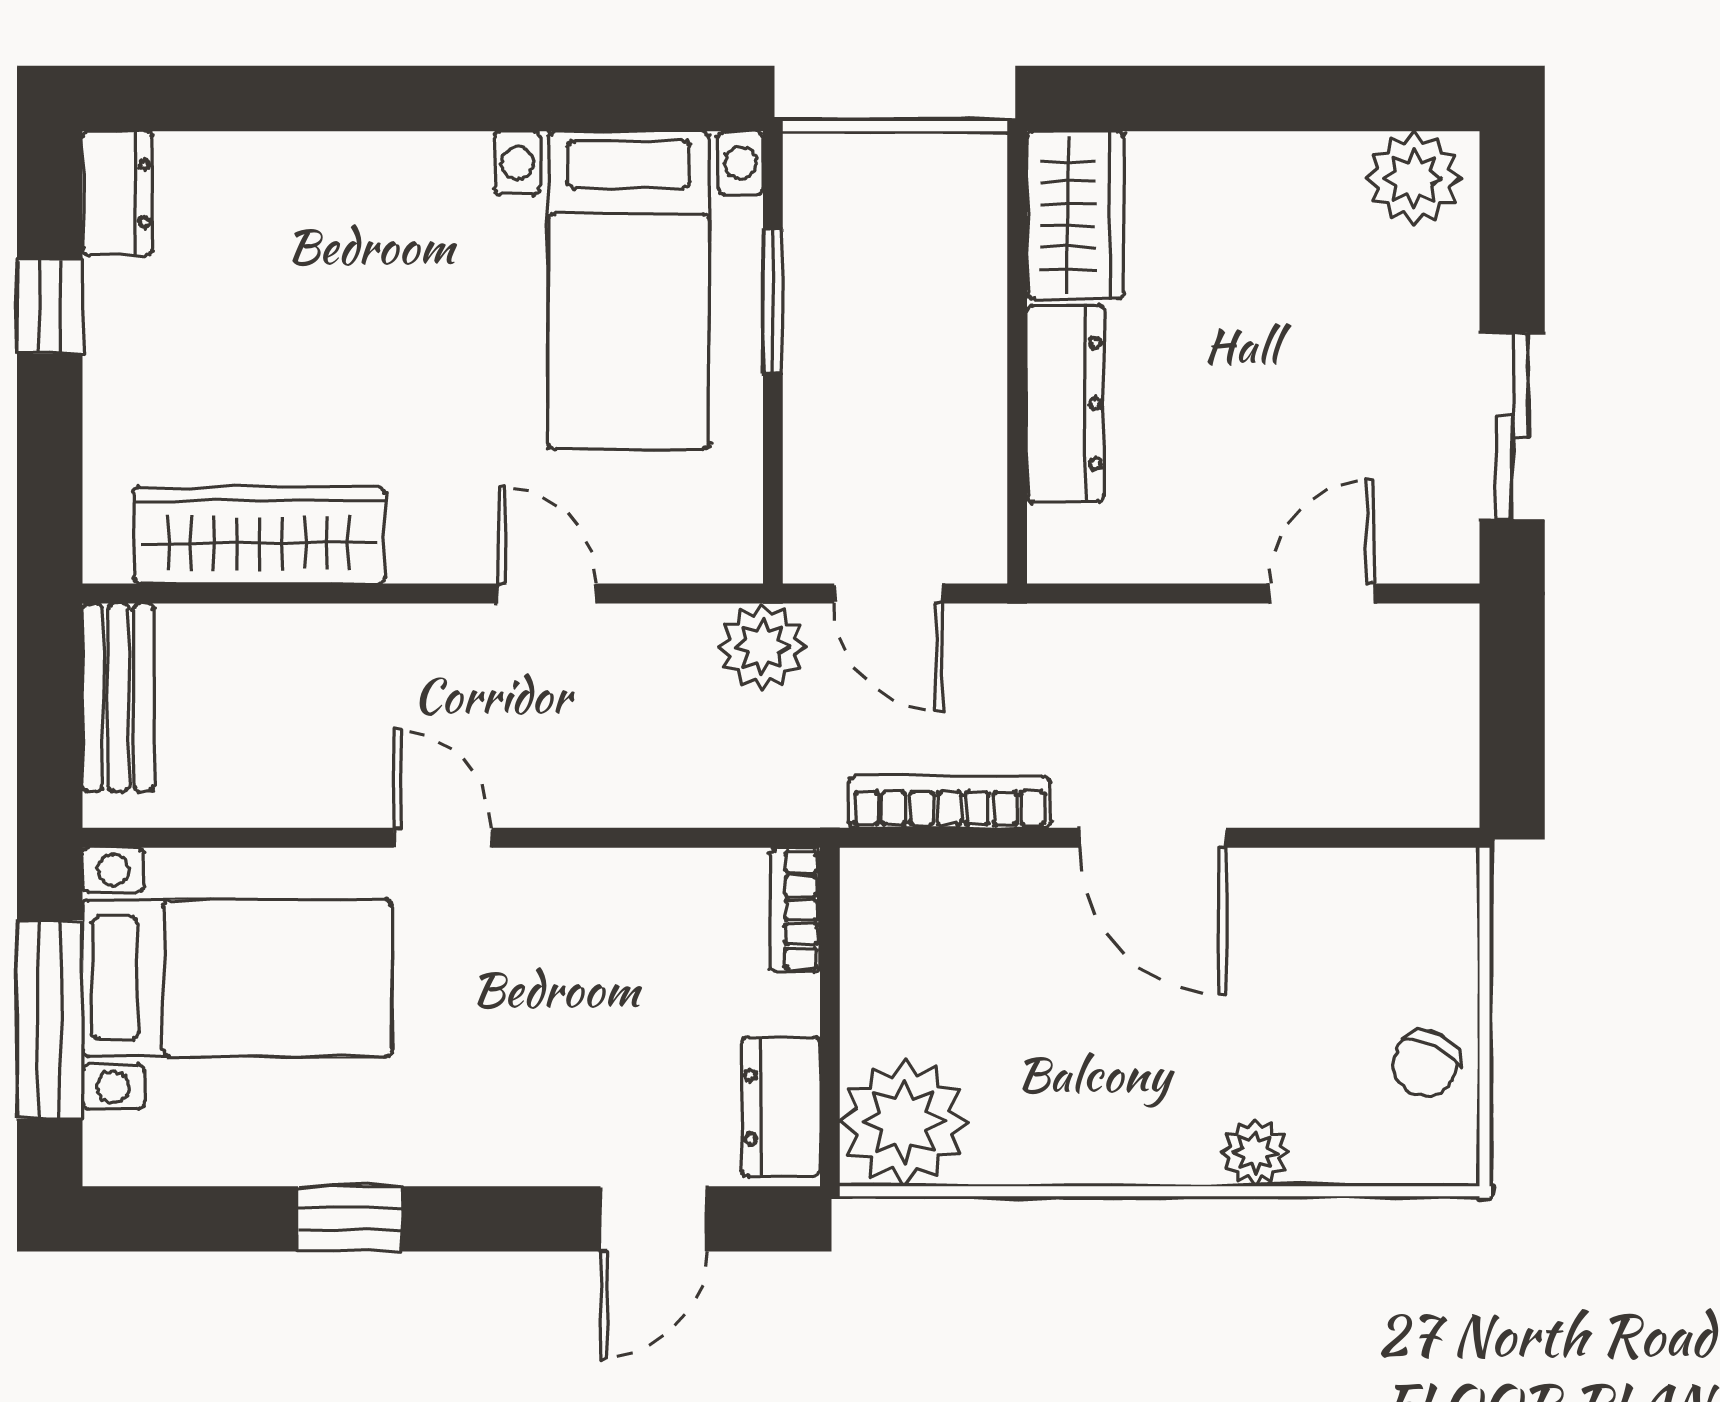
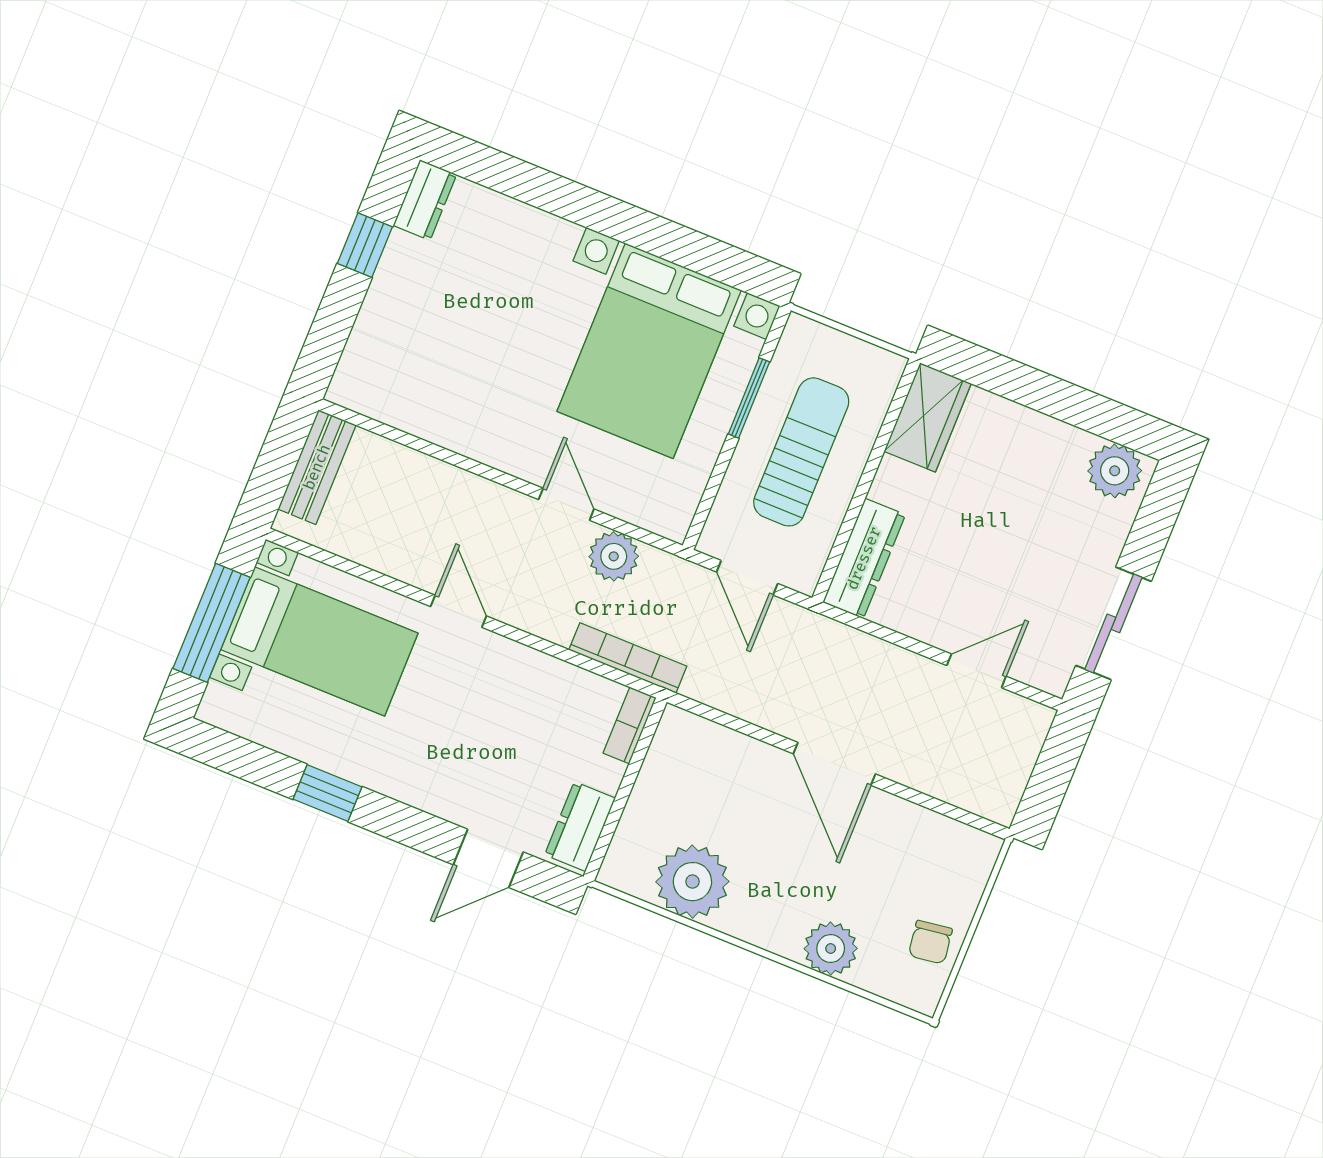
bed with nightstands: (629, 290) -> (649, 351), width x1.36
sun lounger: (893, 354) -> (801, 452), added
dresser: (1065, 403) -> (864, 558), moved
wardrobe: (259, 535) -> (426, 412), removed
plant: (762, 647) -> (614, 556), moved
bookcase: (949, 802) -> (628, 658), moved
chair: (1425, 1064) -> (930, 942), turned -35
plant: (904, 1122) -> (692, 882), moved
plant: (1255, 1152) -> (831, 949), width x1.38, depth x1.38

